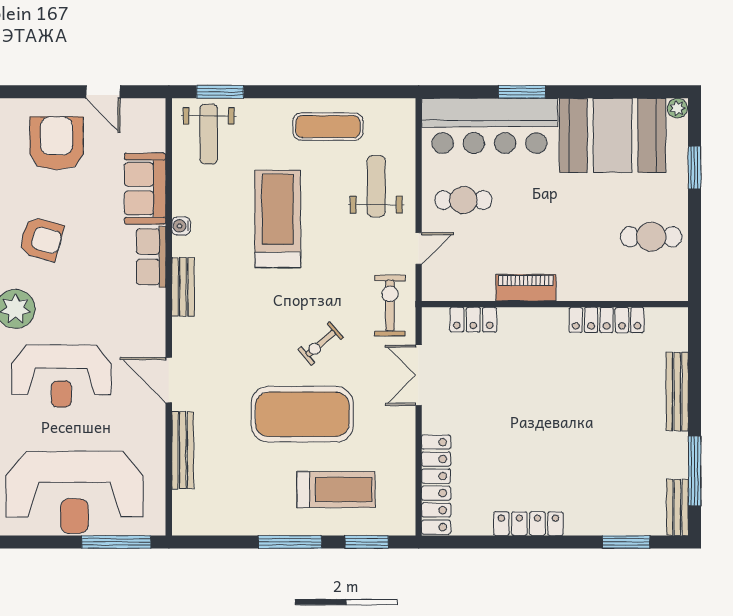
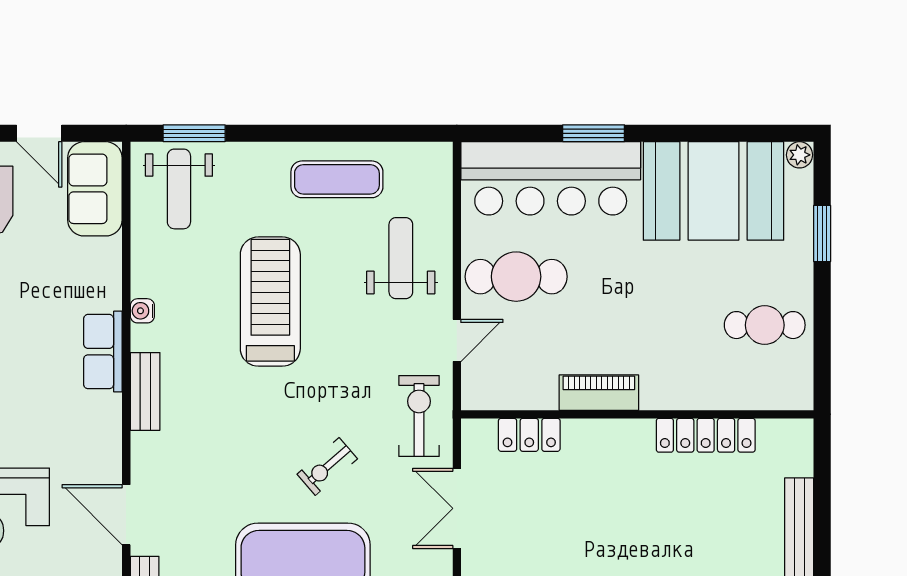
sofa: (145, 189) -> (95, 189), moved
cafe table: (463, 200) -> (516, 277), width x1.37, depth x1.35

